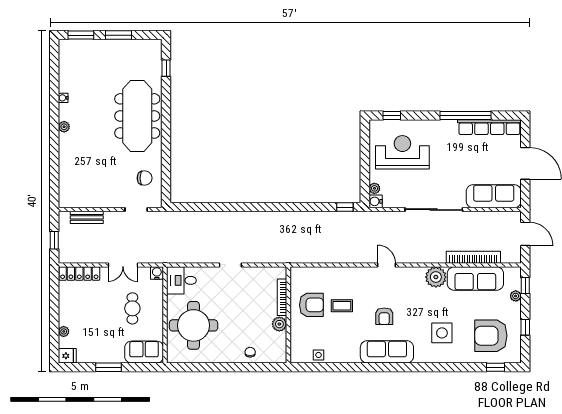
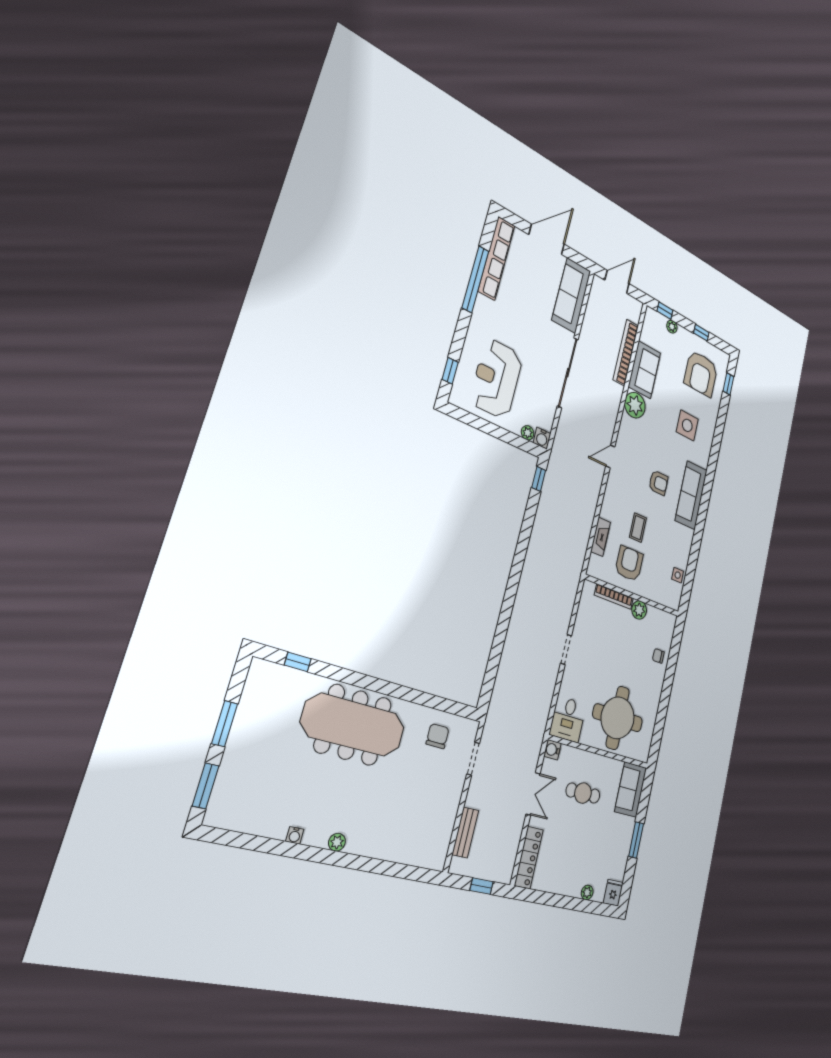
fireplace: (322, 273) -> (600, 537), added
sofa: (475, 279) -> (644, 370), width x0.73

